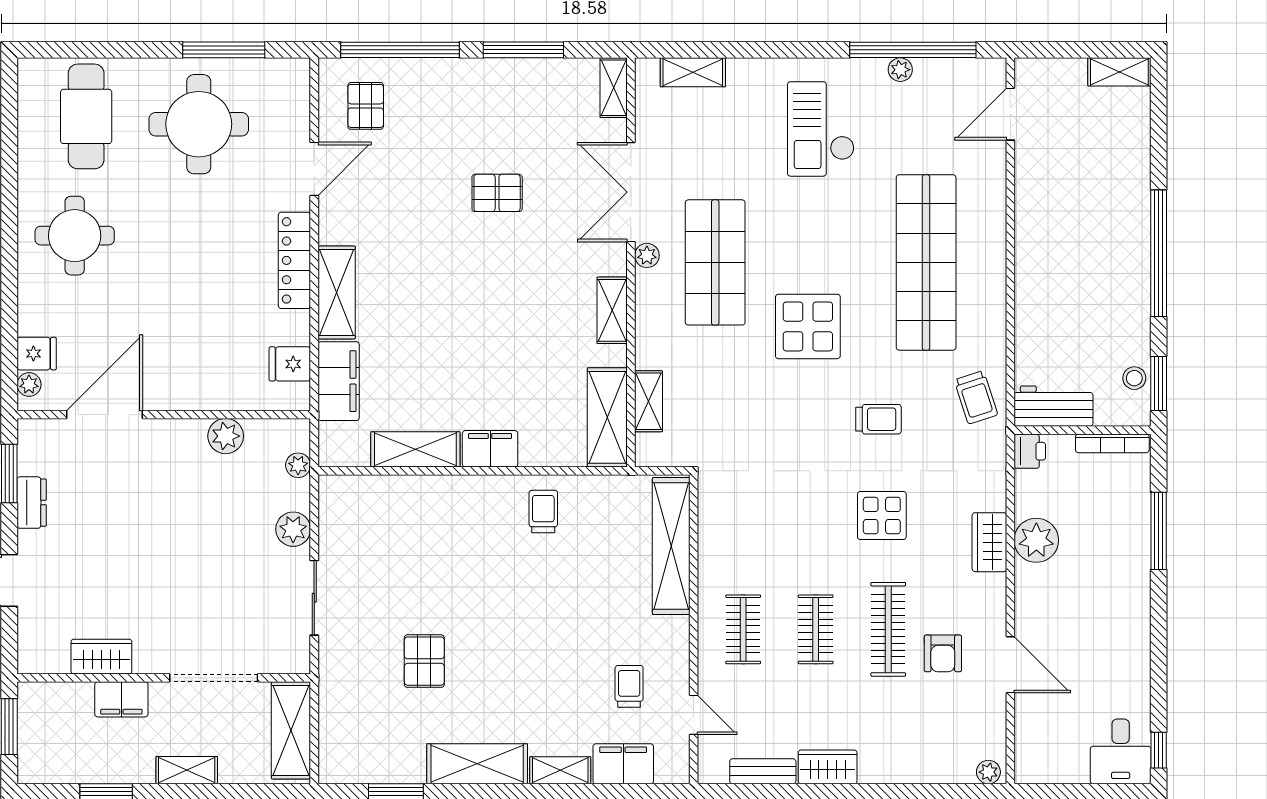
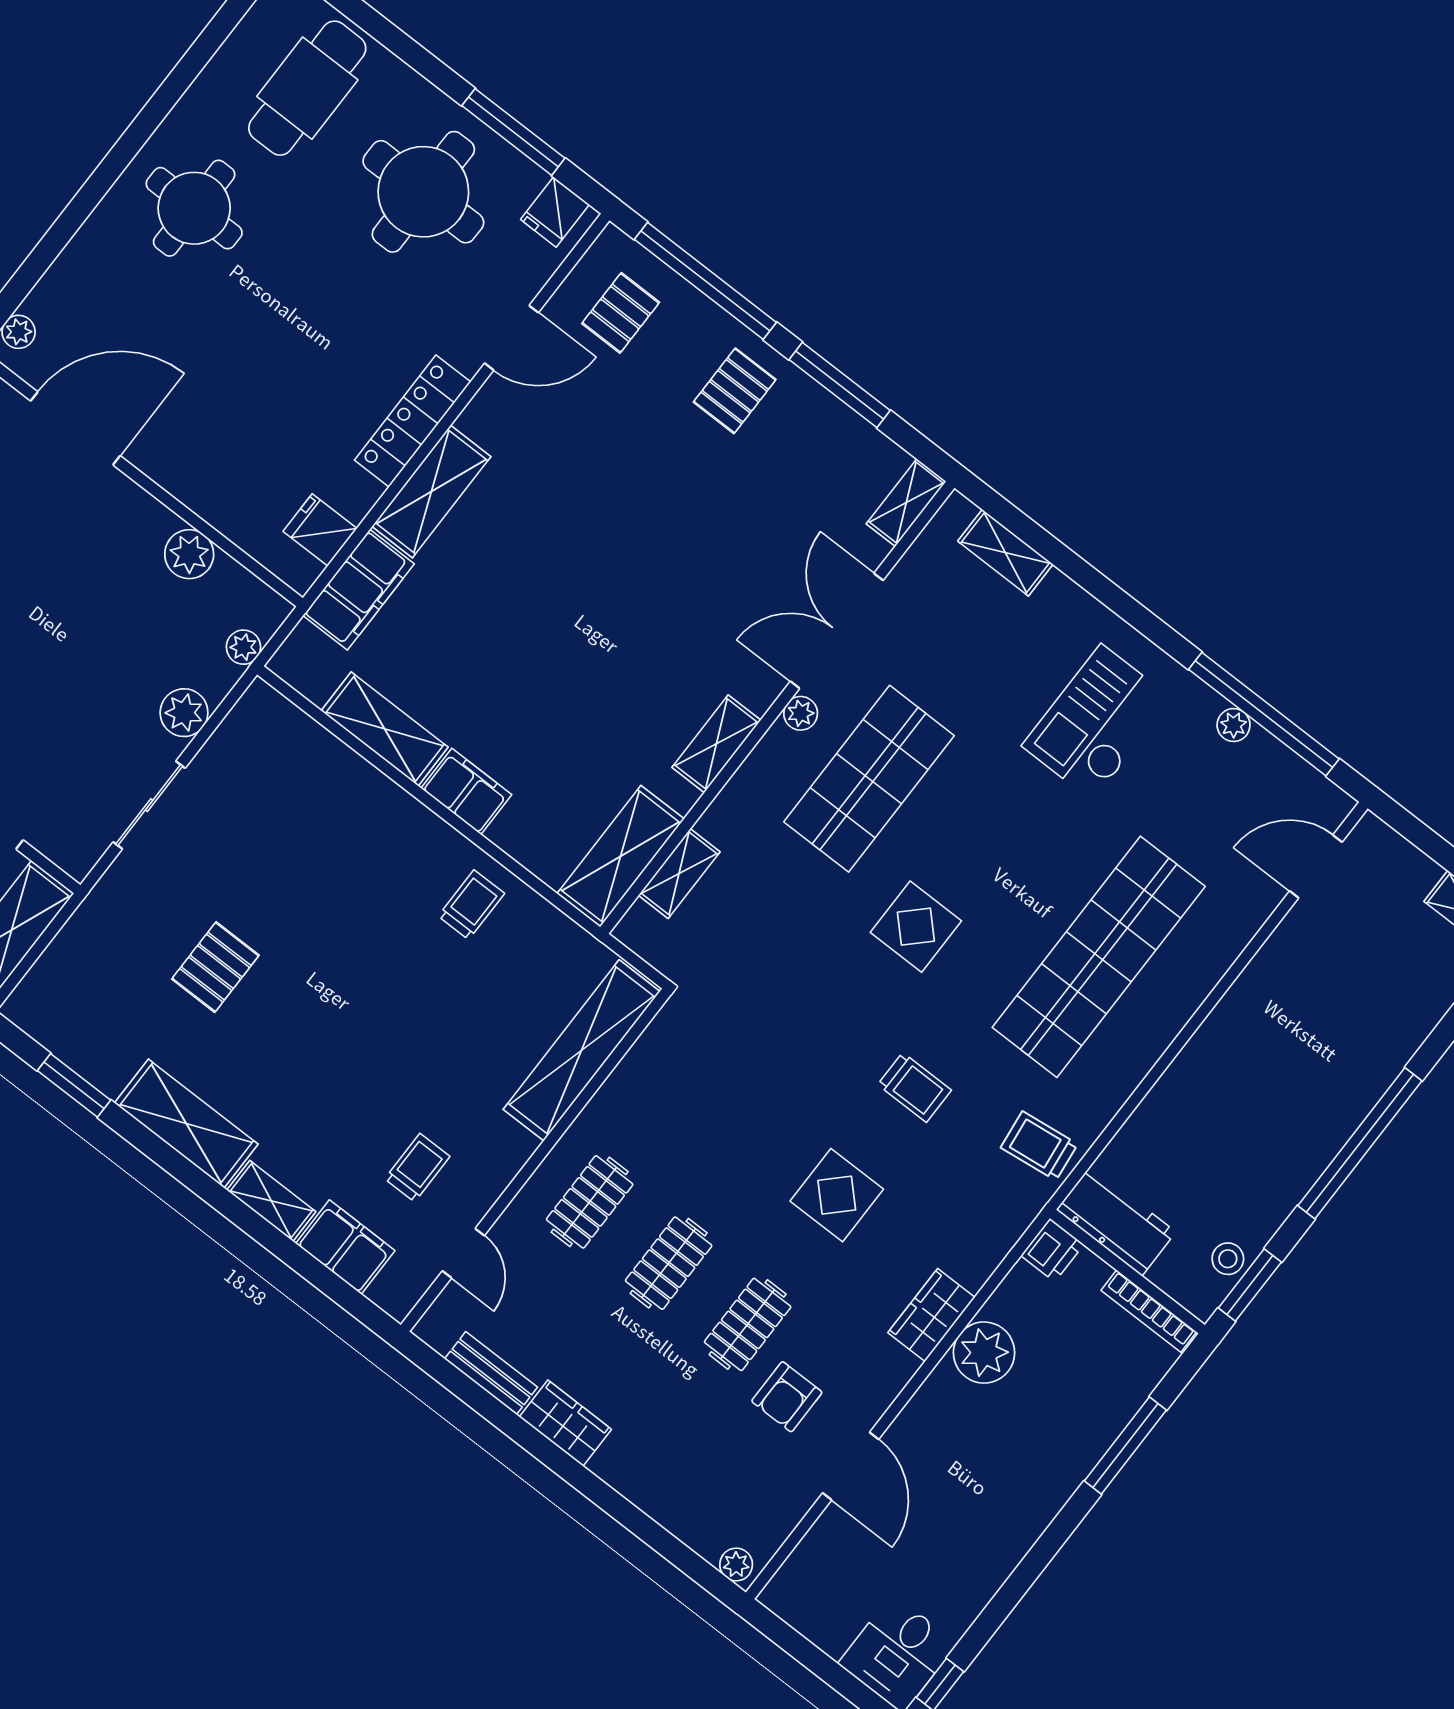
pallet: (497, 193) -> (735, 391), moved, turned 90
display table: (808, 326) -> (916, 927), width x0.73, depth x0.73
fridge: (37, 354) -> (555, 212), moved, turned 90
trolley: (976, 397) -> (1039, 1146), turned 101
clothes rail: (888, 629) -> (748, 1324), width x0.73

